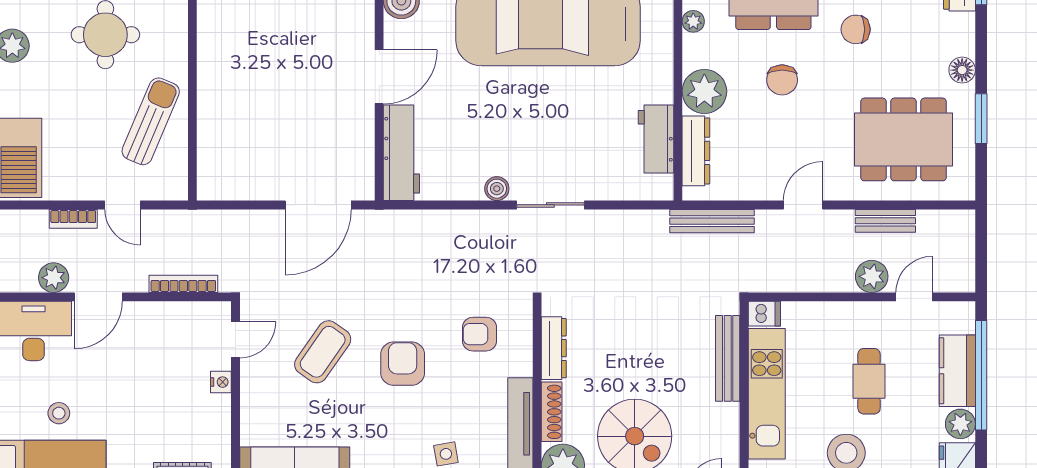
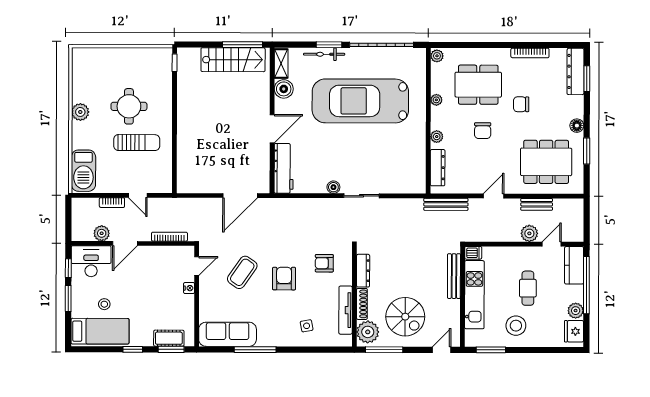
plant: (704, 91) -> (437, 137), width x0.53, depth x0.53
sun lounger: (151, 121) -> (137, 143), moved, turned 67
workbench: (656, 139) -> (417, 161), removed
kitchen counter: (957, 371) -> (574, 265), moved

